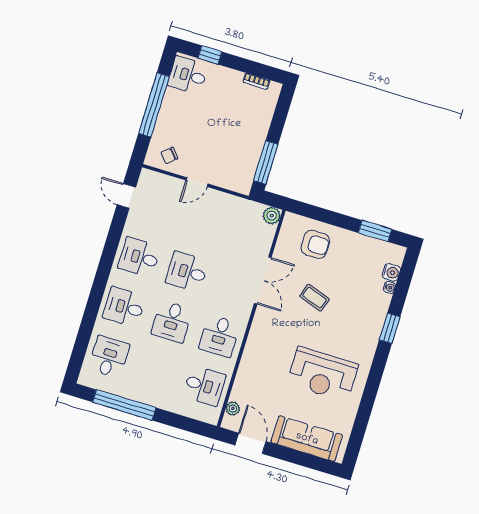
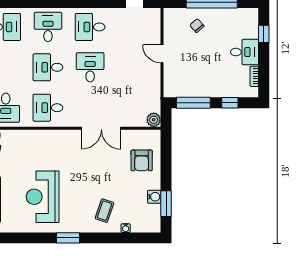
desk: (188, 75) -> (244, 52), moved, turned 90
window: (279, 119) -> (230, 103), added
chair: (169, 155) -> (197, 26), moved
desk: (139, 257) -> (90, 27), turned -90
water cooler: (391, 272) -> (154, 197), moved, turned -90
coffee table: (315, 298) -> (104, 211), moved
window: (390, 328) -> (68, 238), moved

